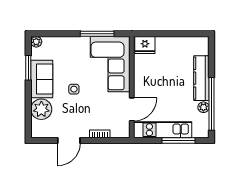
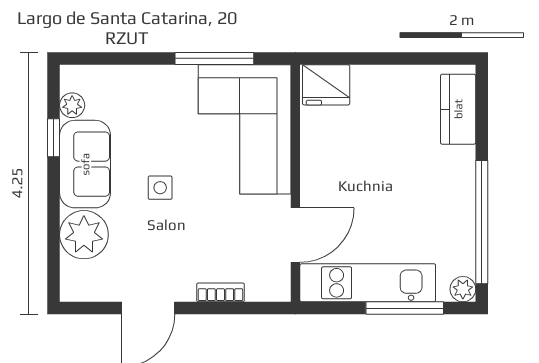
plant: (36, 42) -> (72, 105), moved
window: (28, 68) -> (53, 138), width x0.67
kitchen counter: (201, 78) -> (458, 109), moved, width x0.67
plant: (203, 107) -> (463, 289), moved

